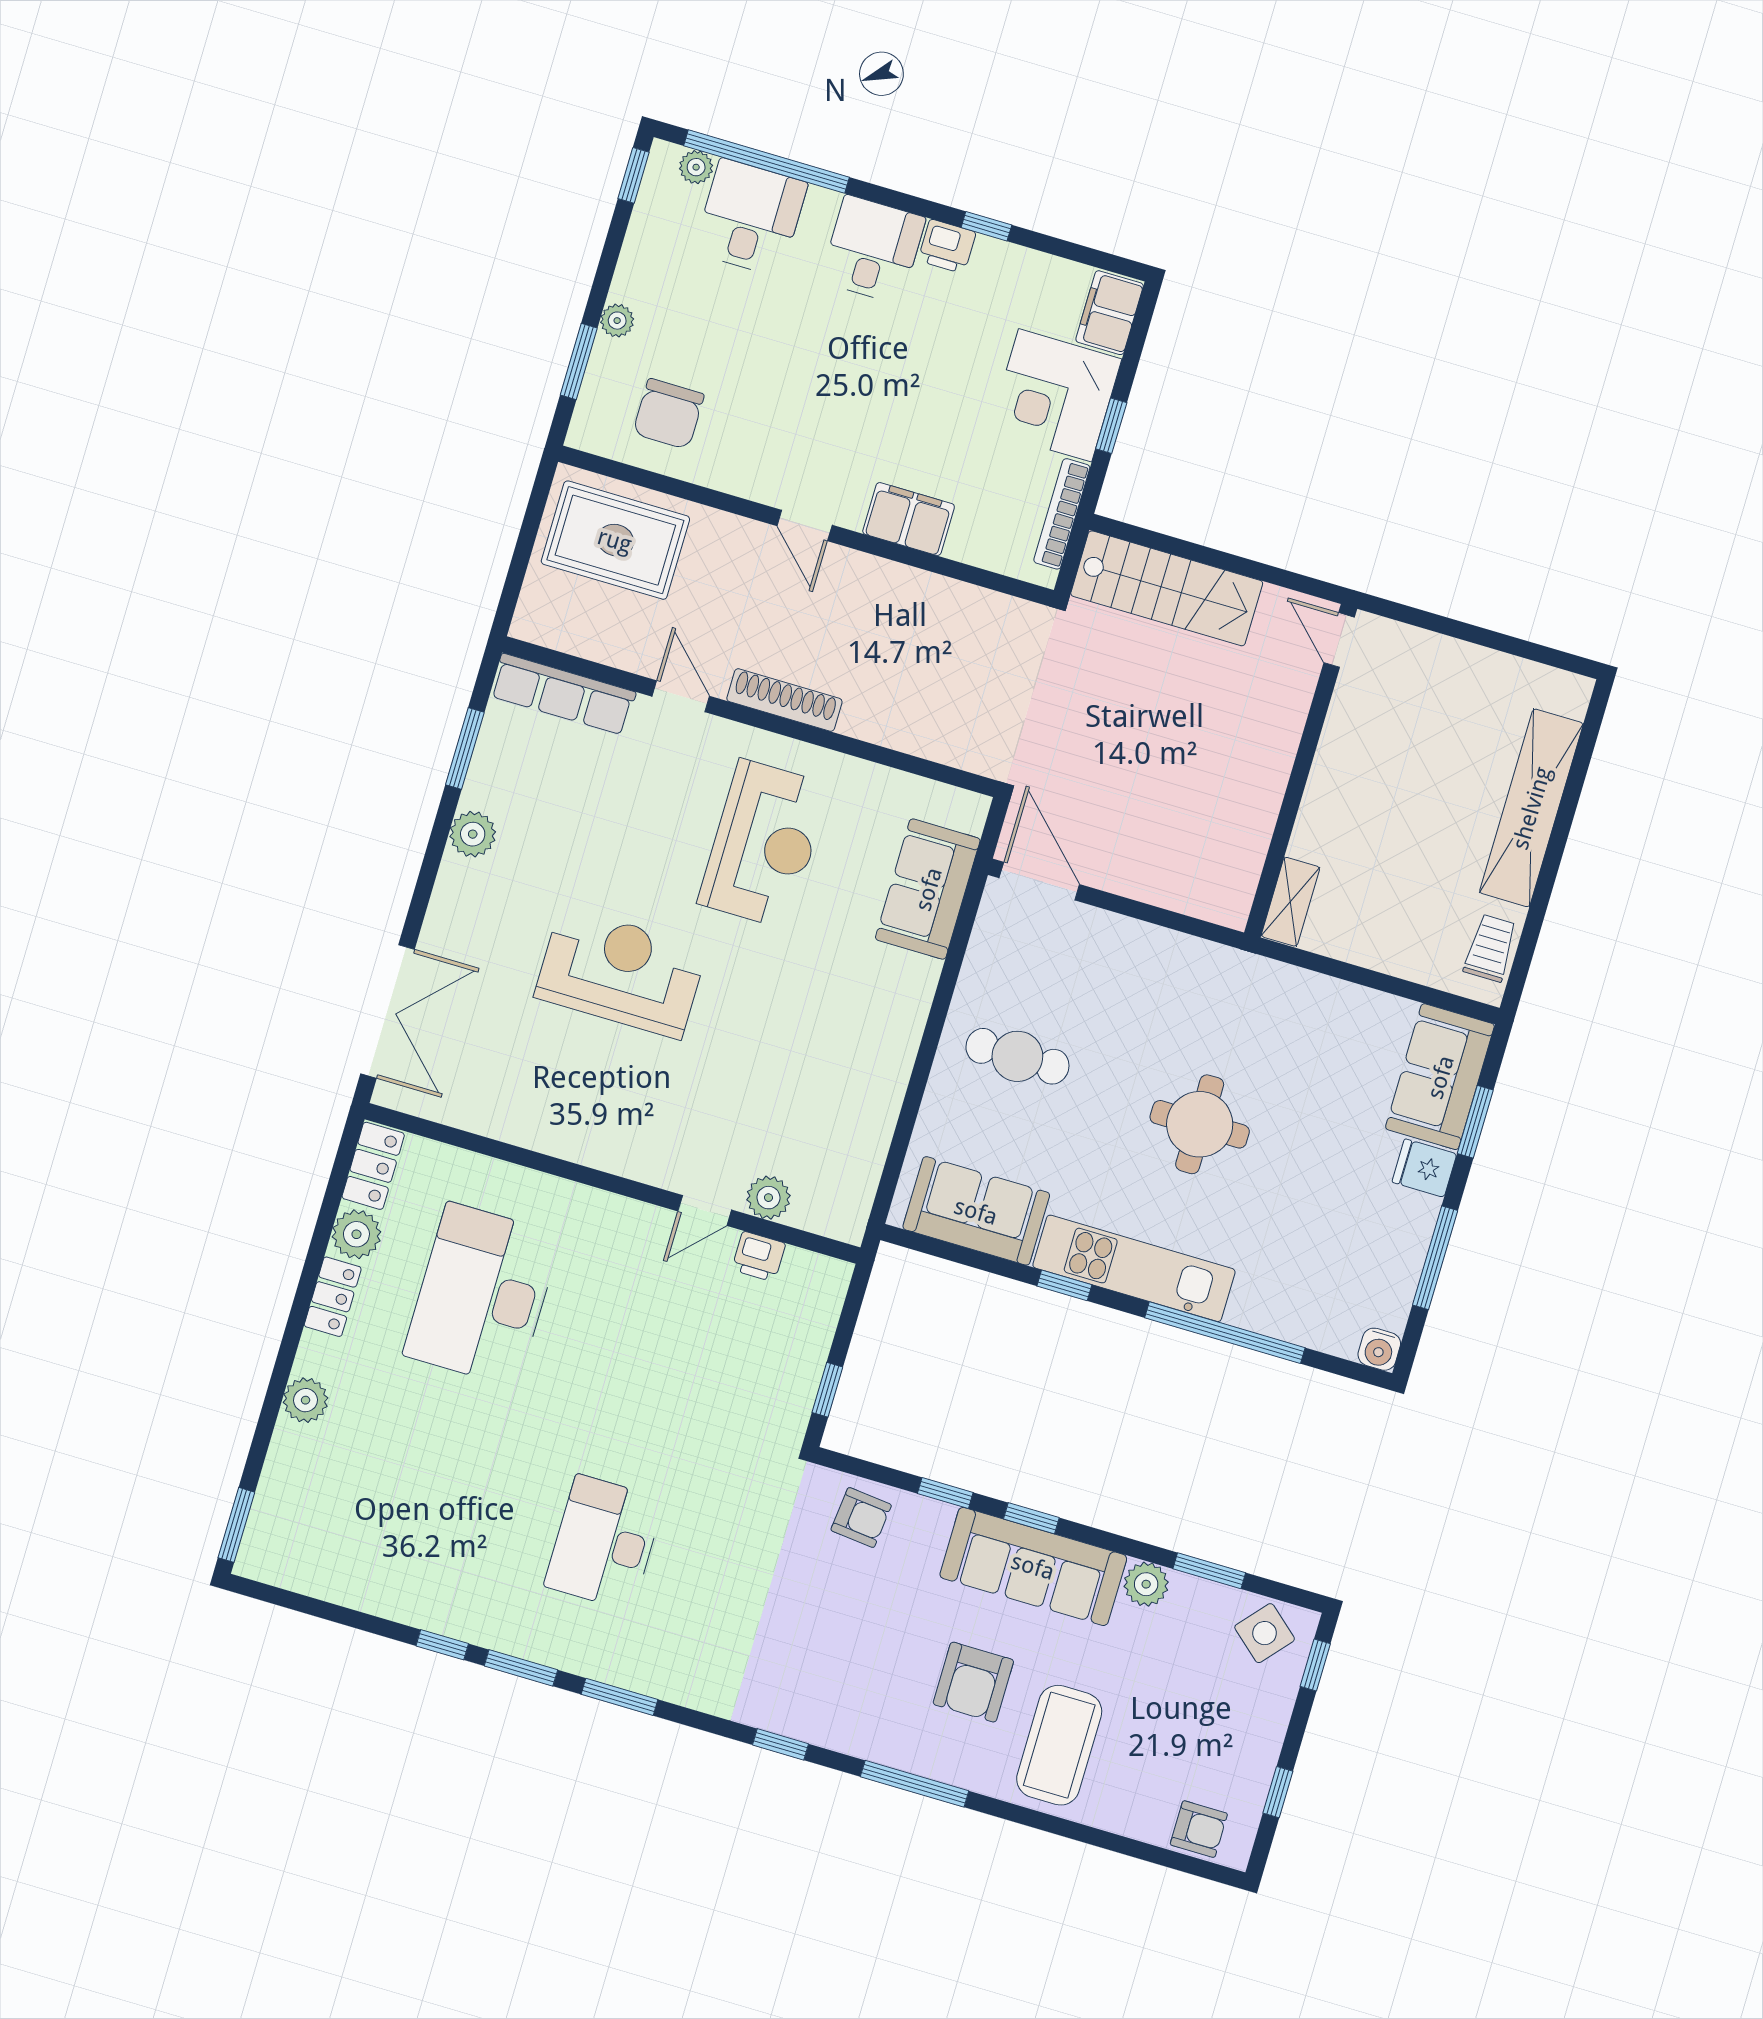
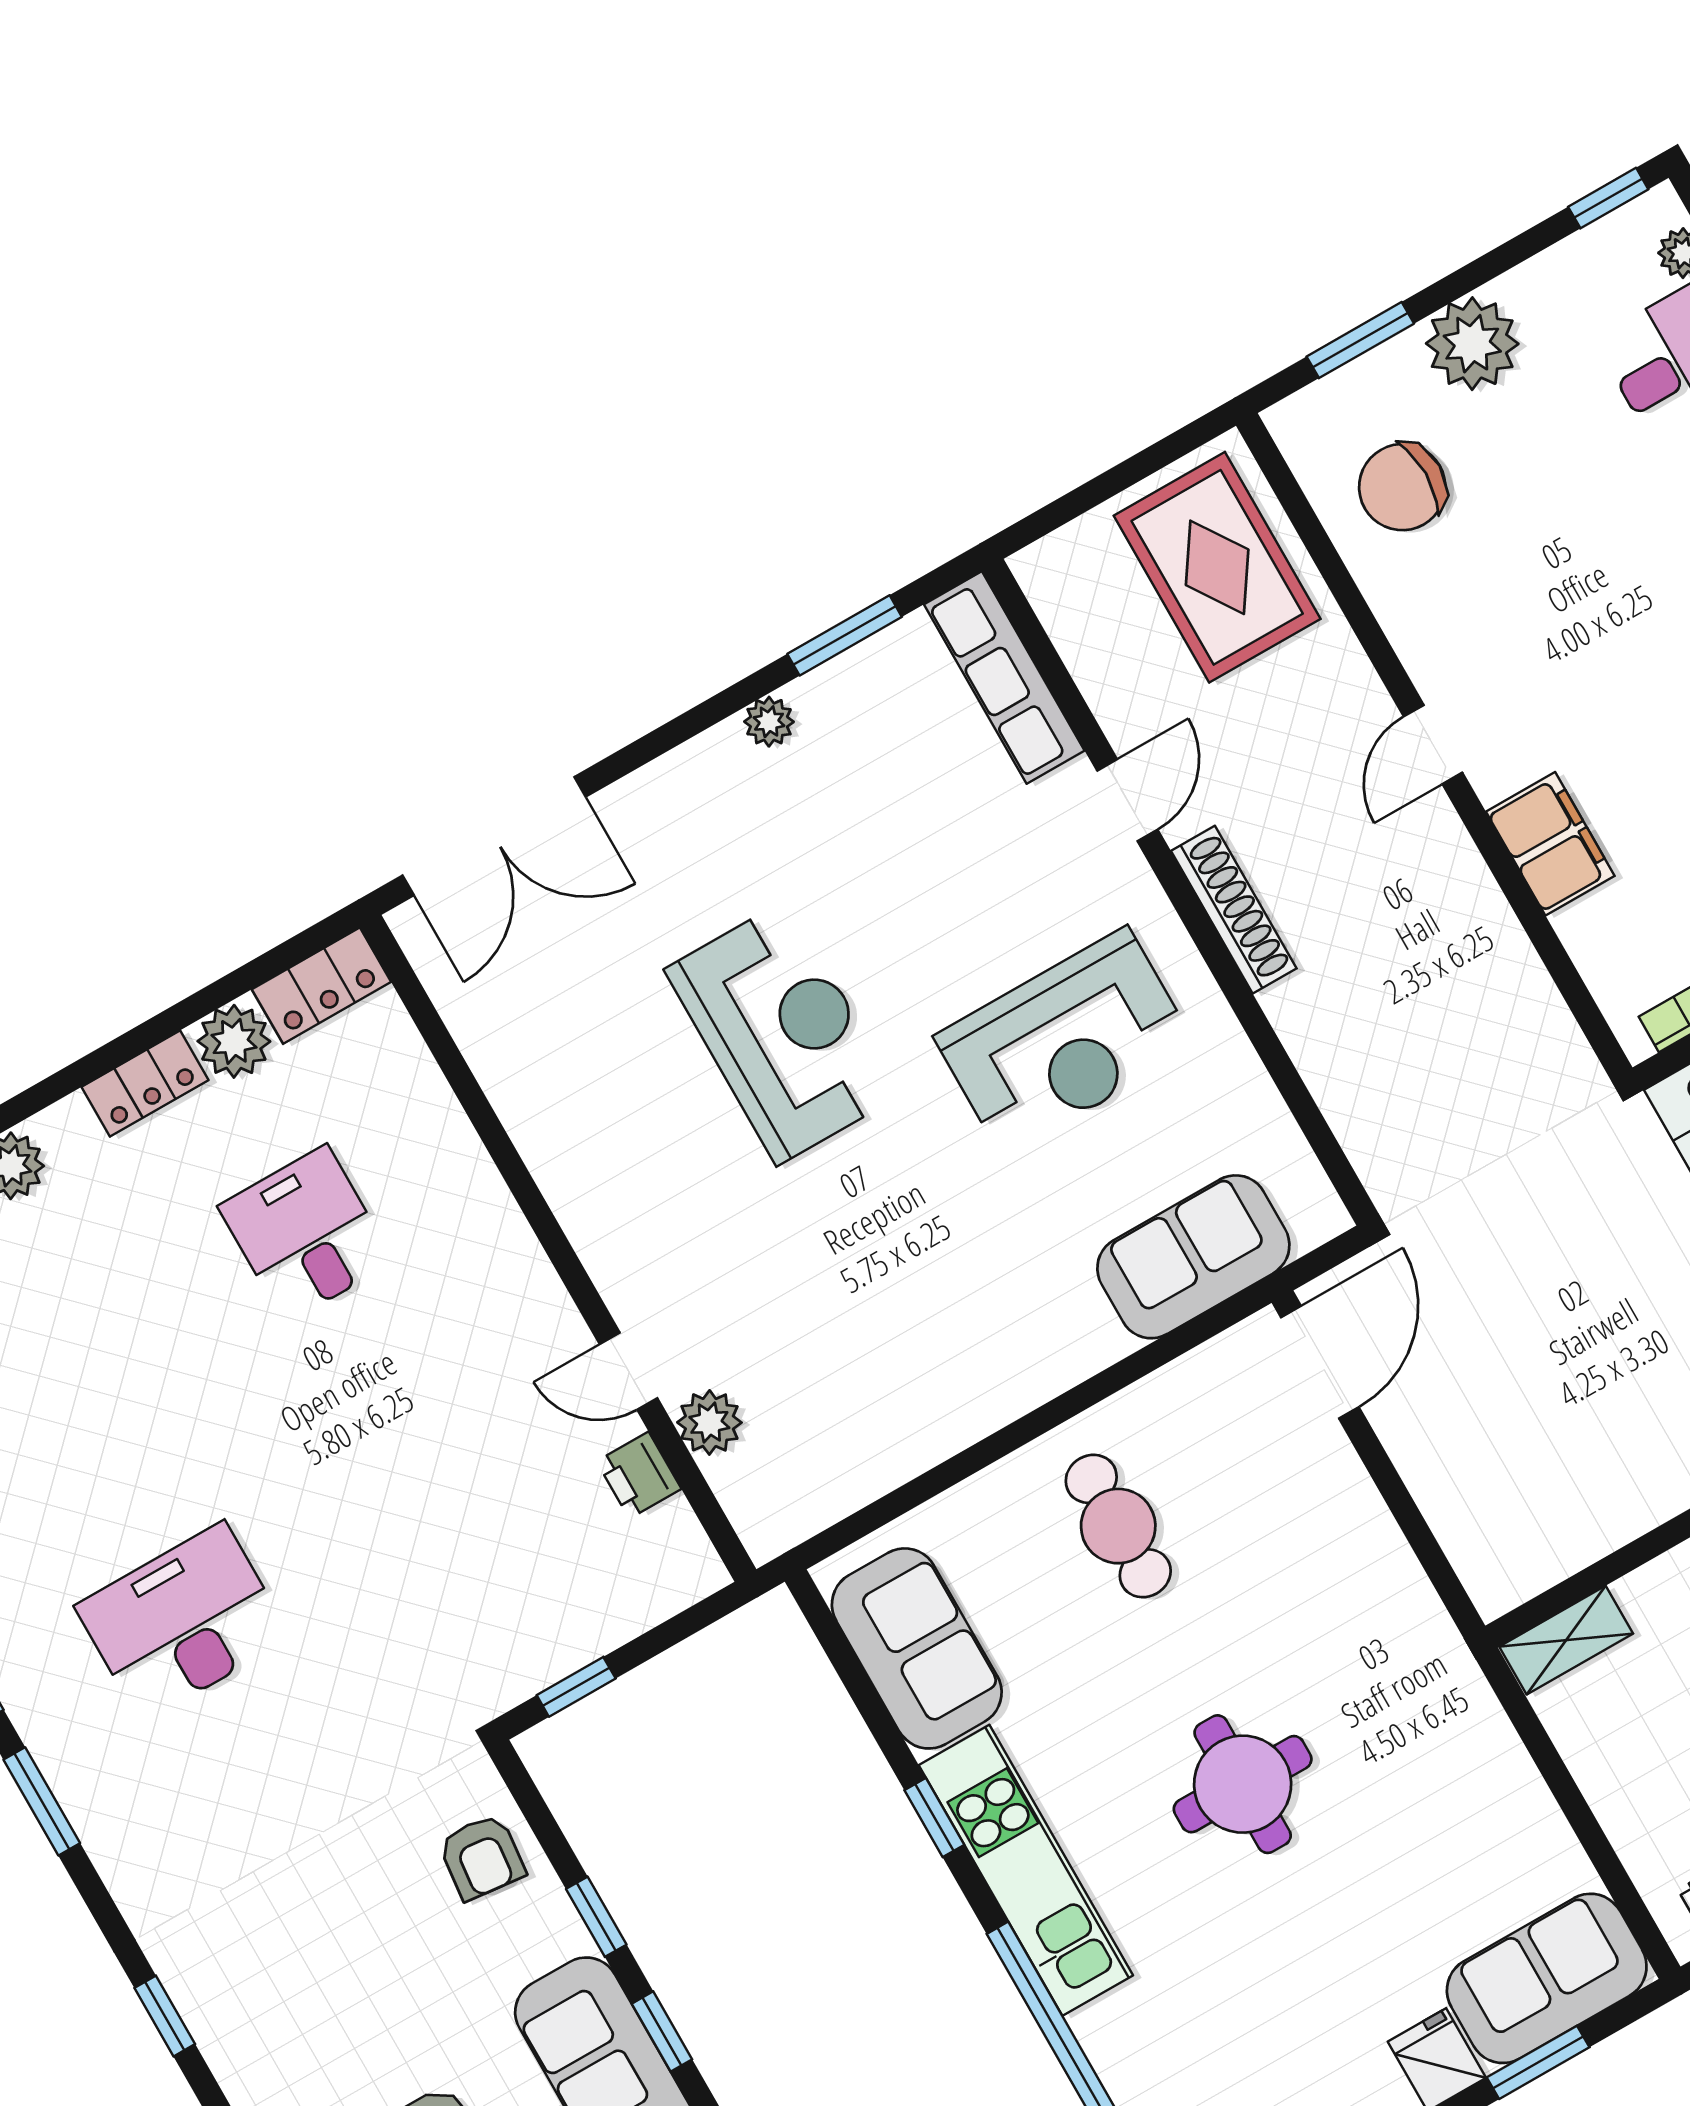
plant: (617, 321) -> (1472, 344), width x1.87, depth x1.87
plant: (473, 834) -> (769, 722), width x0.73, depth x0.73
desk: (482, 1295) -> (306, 1234), width x0.53, depth x0.77

